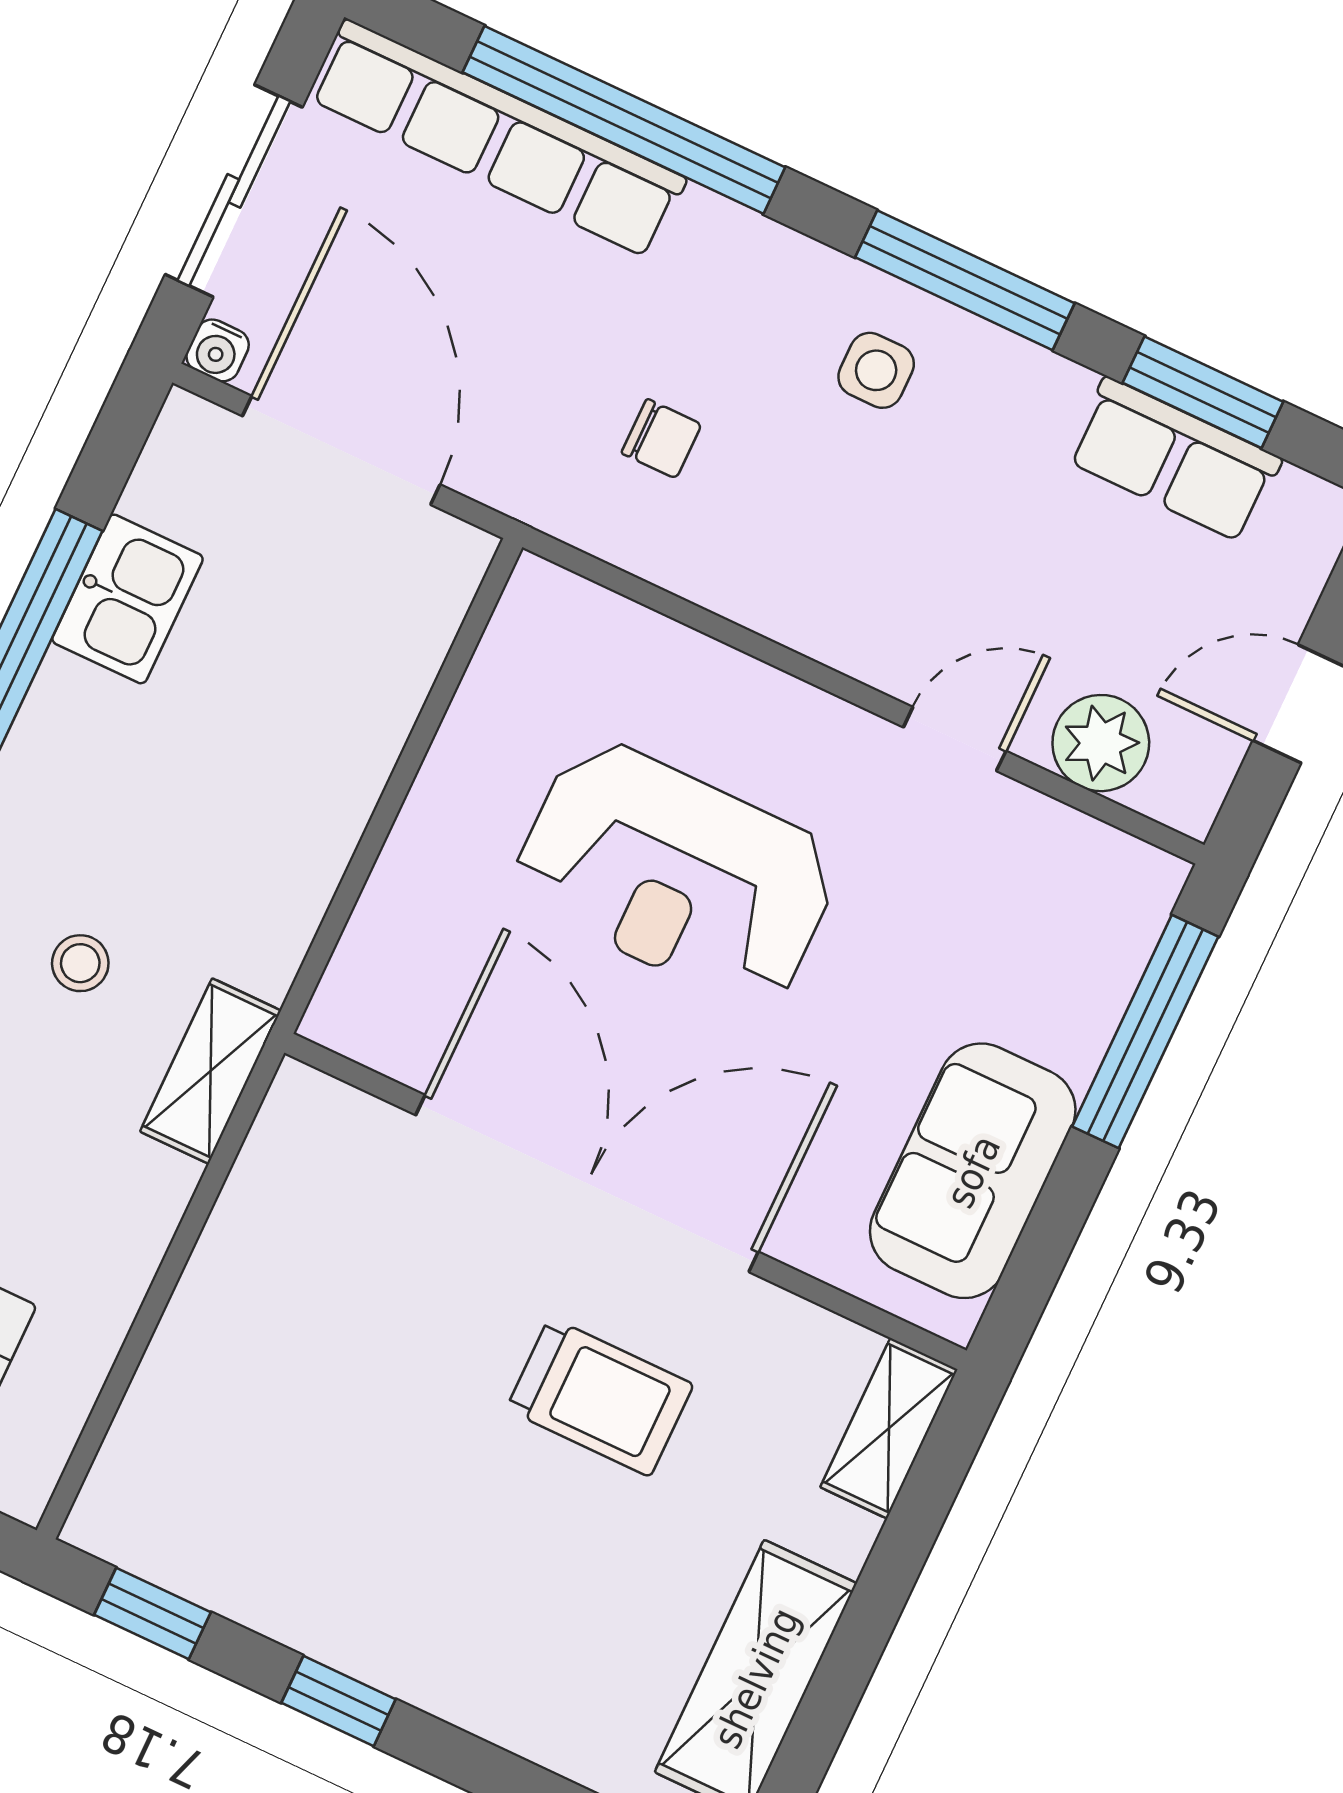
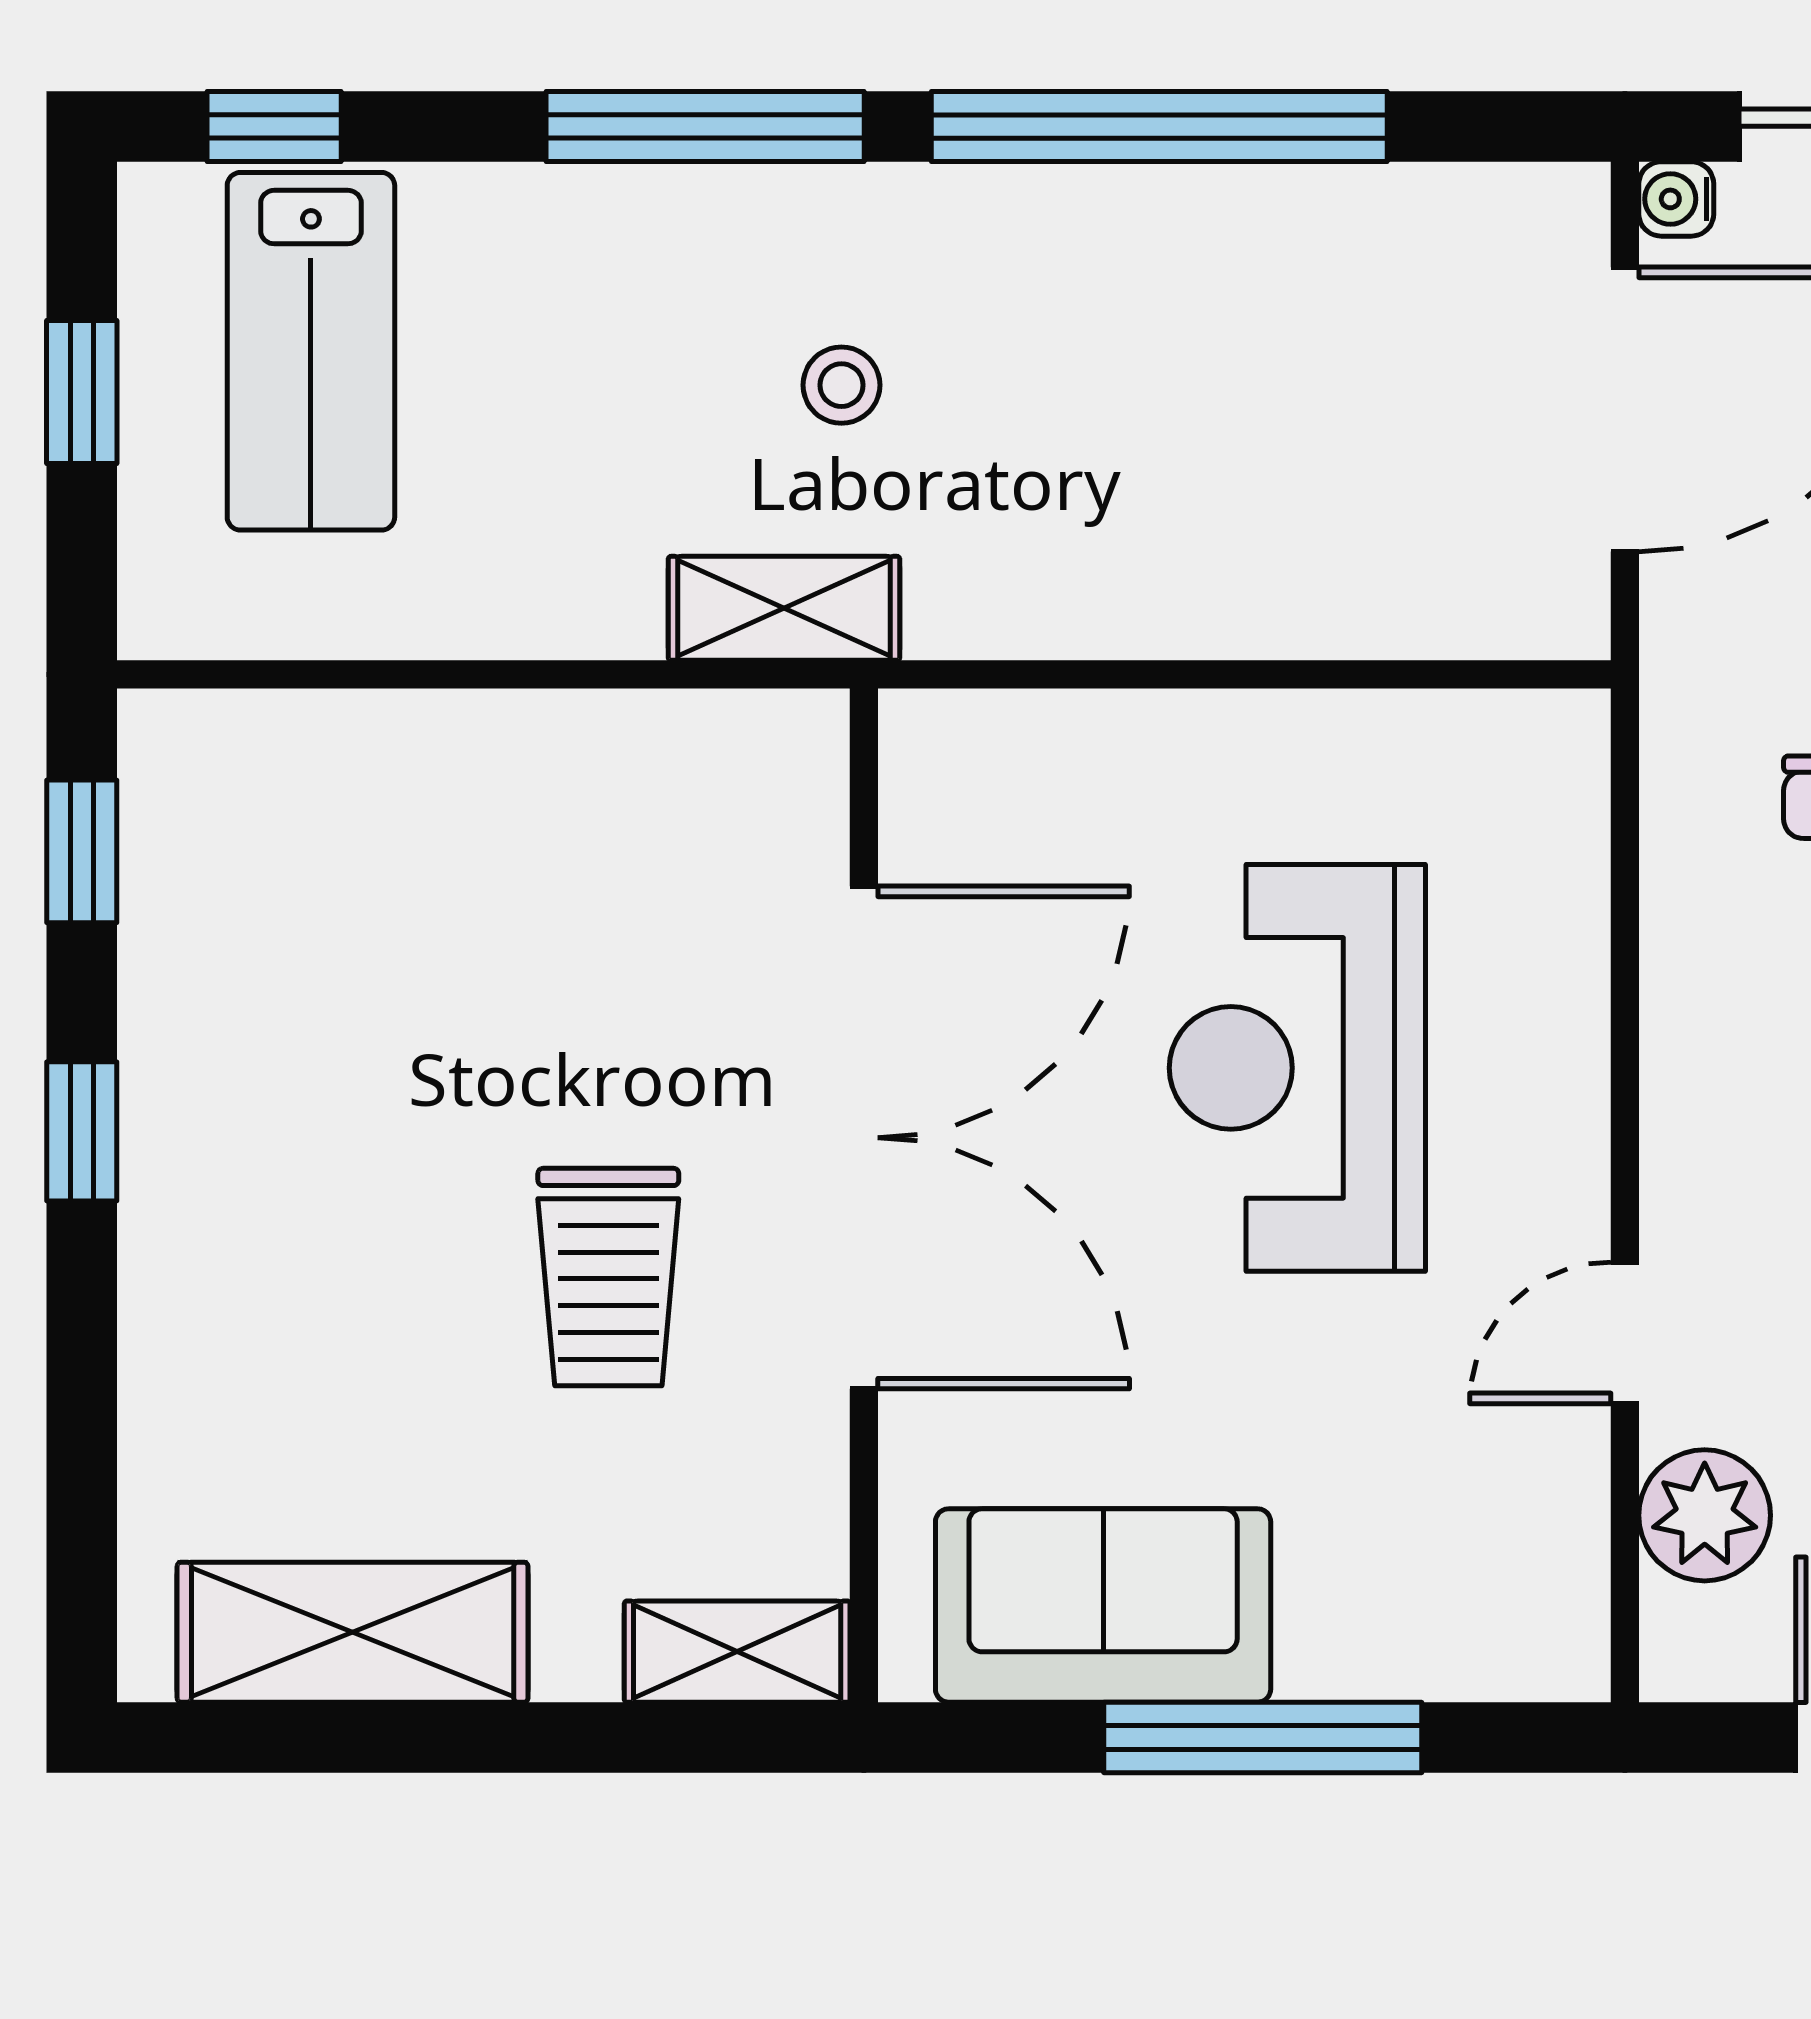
kitchen sink: (127, 599) -> (1318, 232), removed
door: (955, 739) -> (1625, 1333), swing flipped
window: (1145, 1032) -> (1263, 1737), moved

